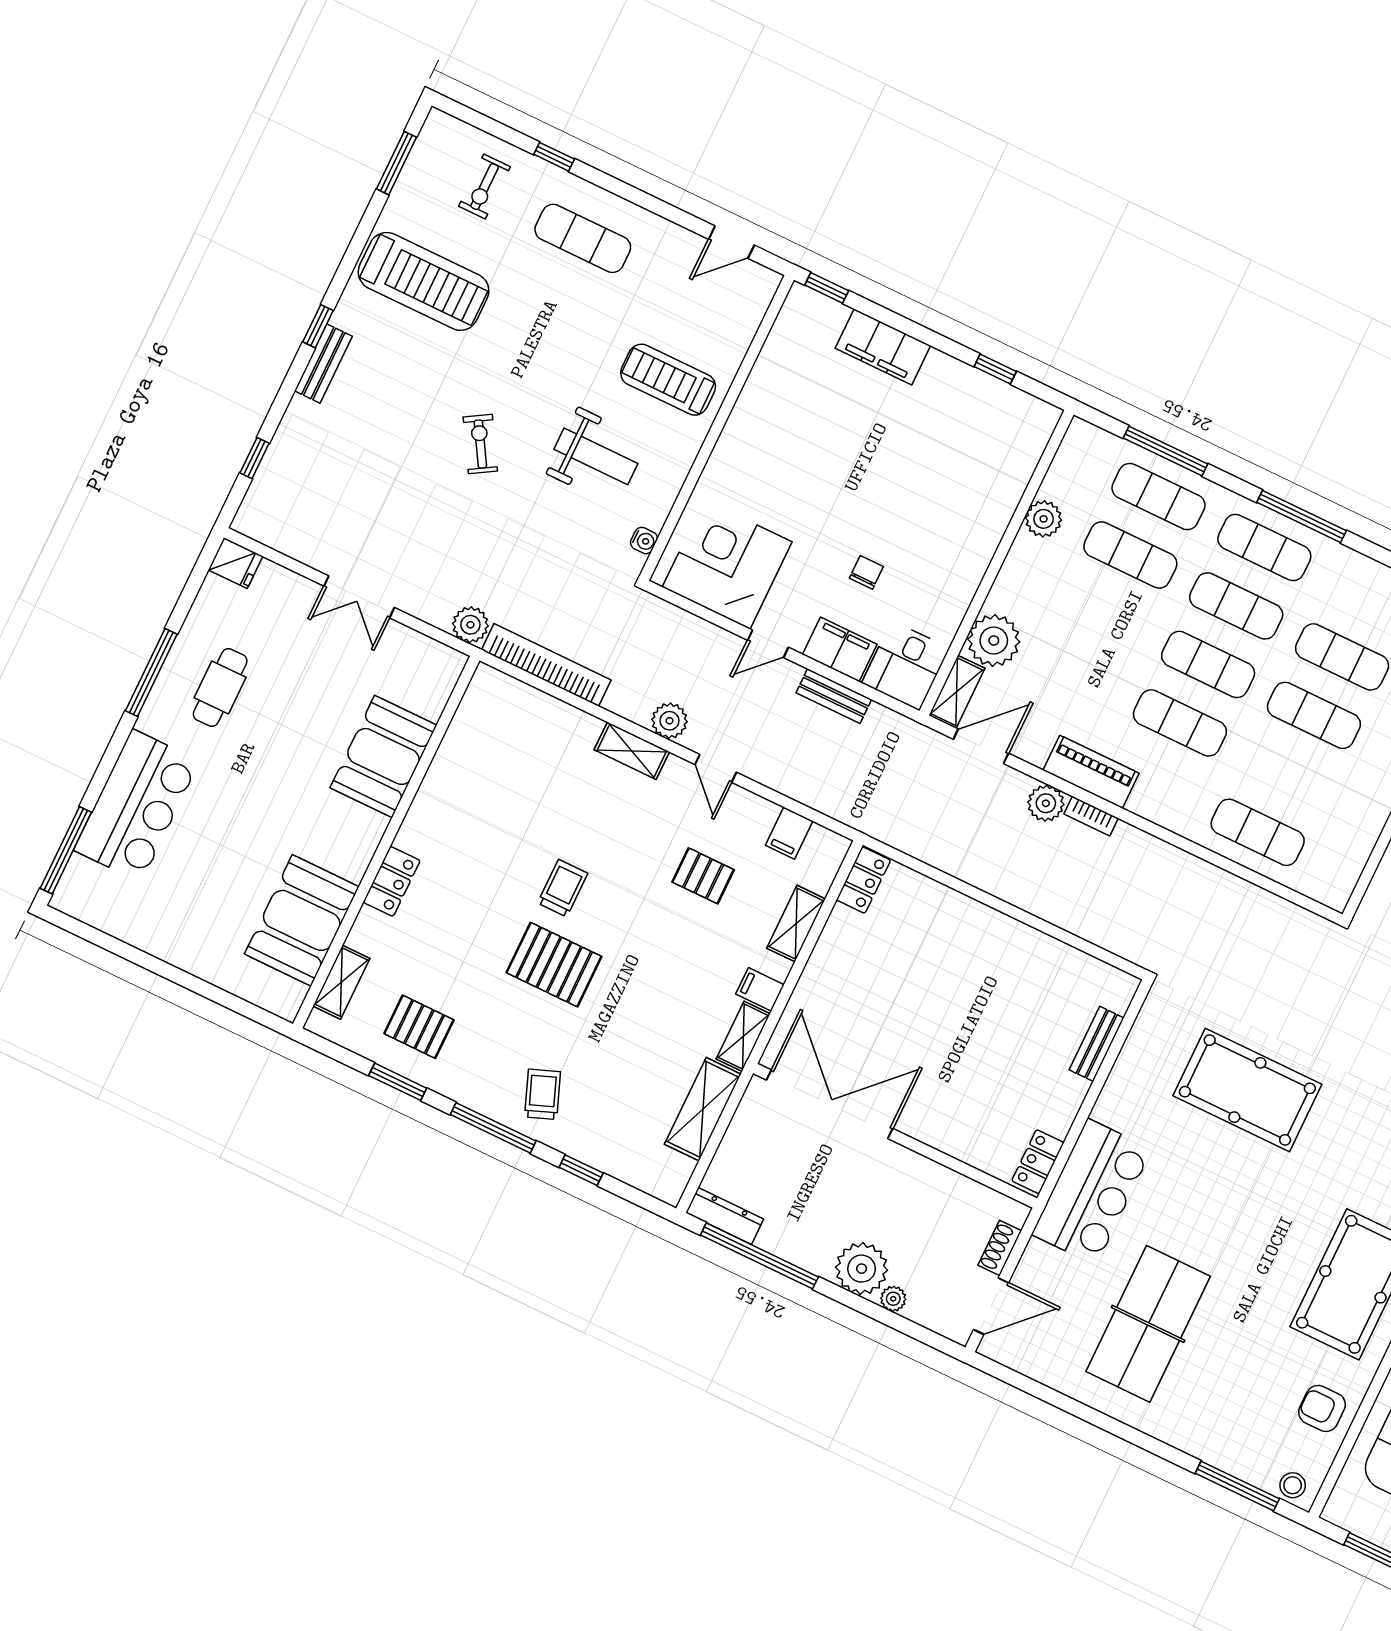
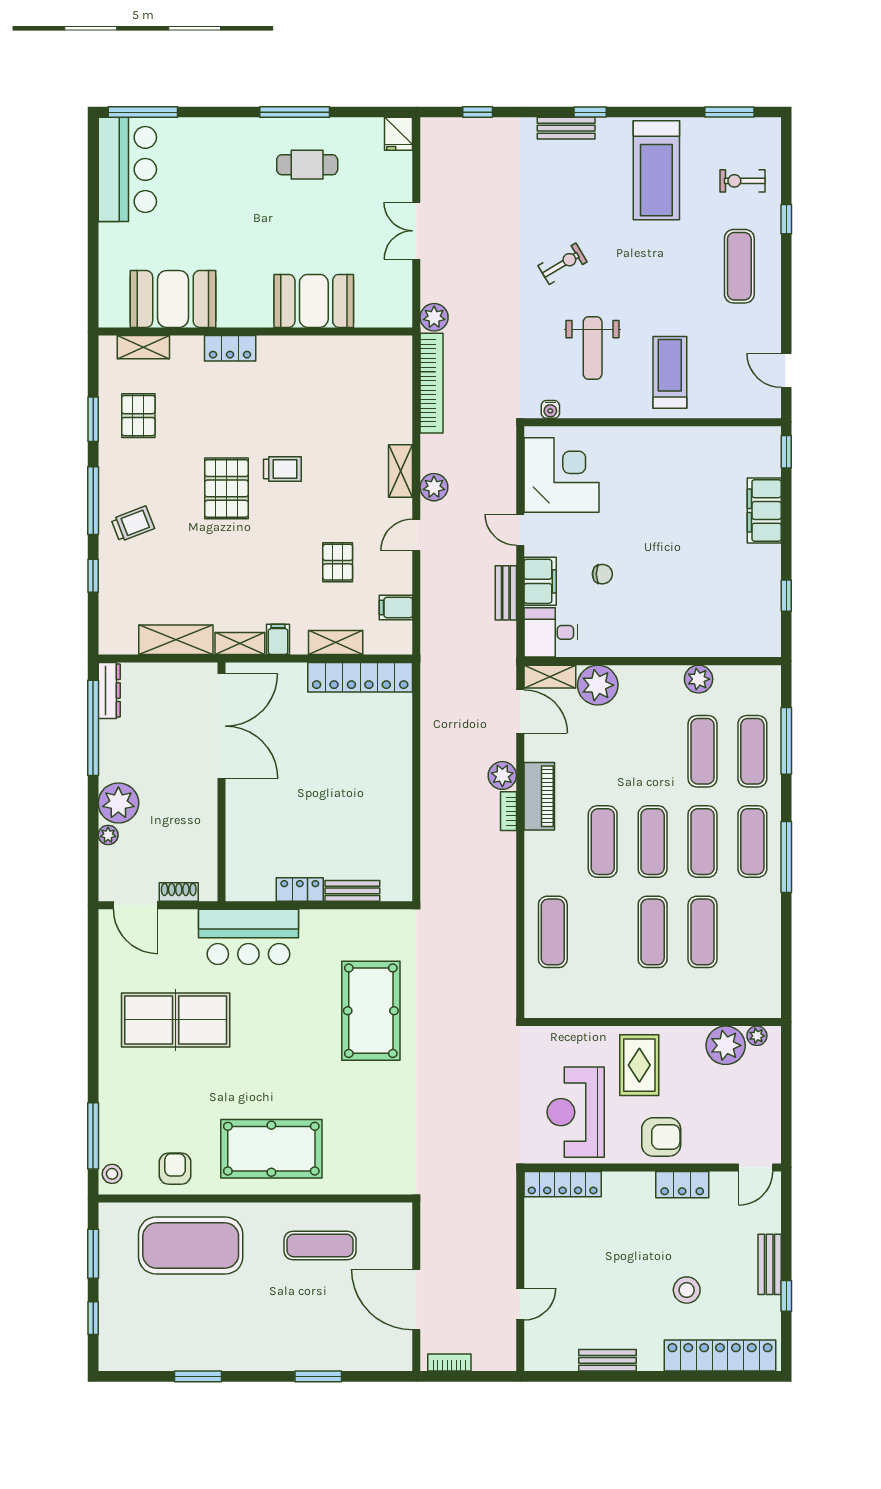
bar counter: (137, 806) -> (127, 169), moved, turned -90
locker: (863, 880) -> (360, 677), width x2.16, depth x1.21
locker: (1038, 1162) -> (300, 889), moved

